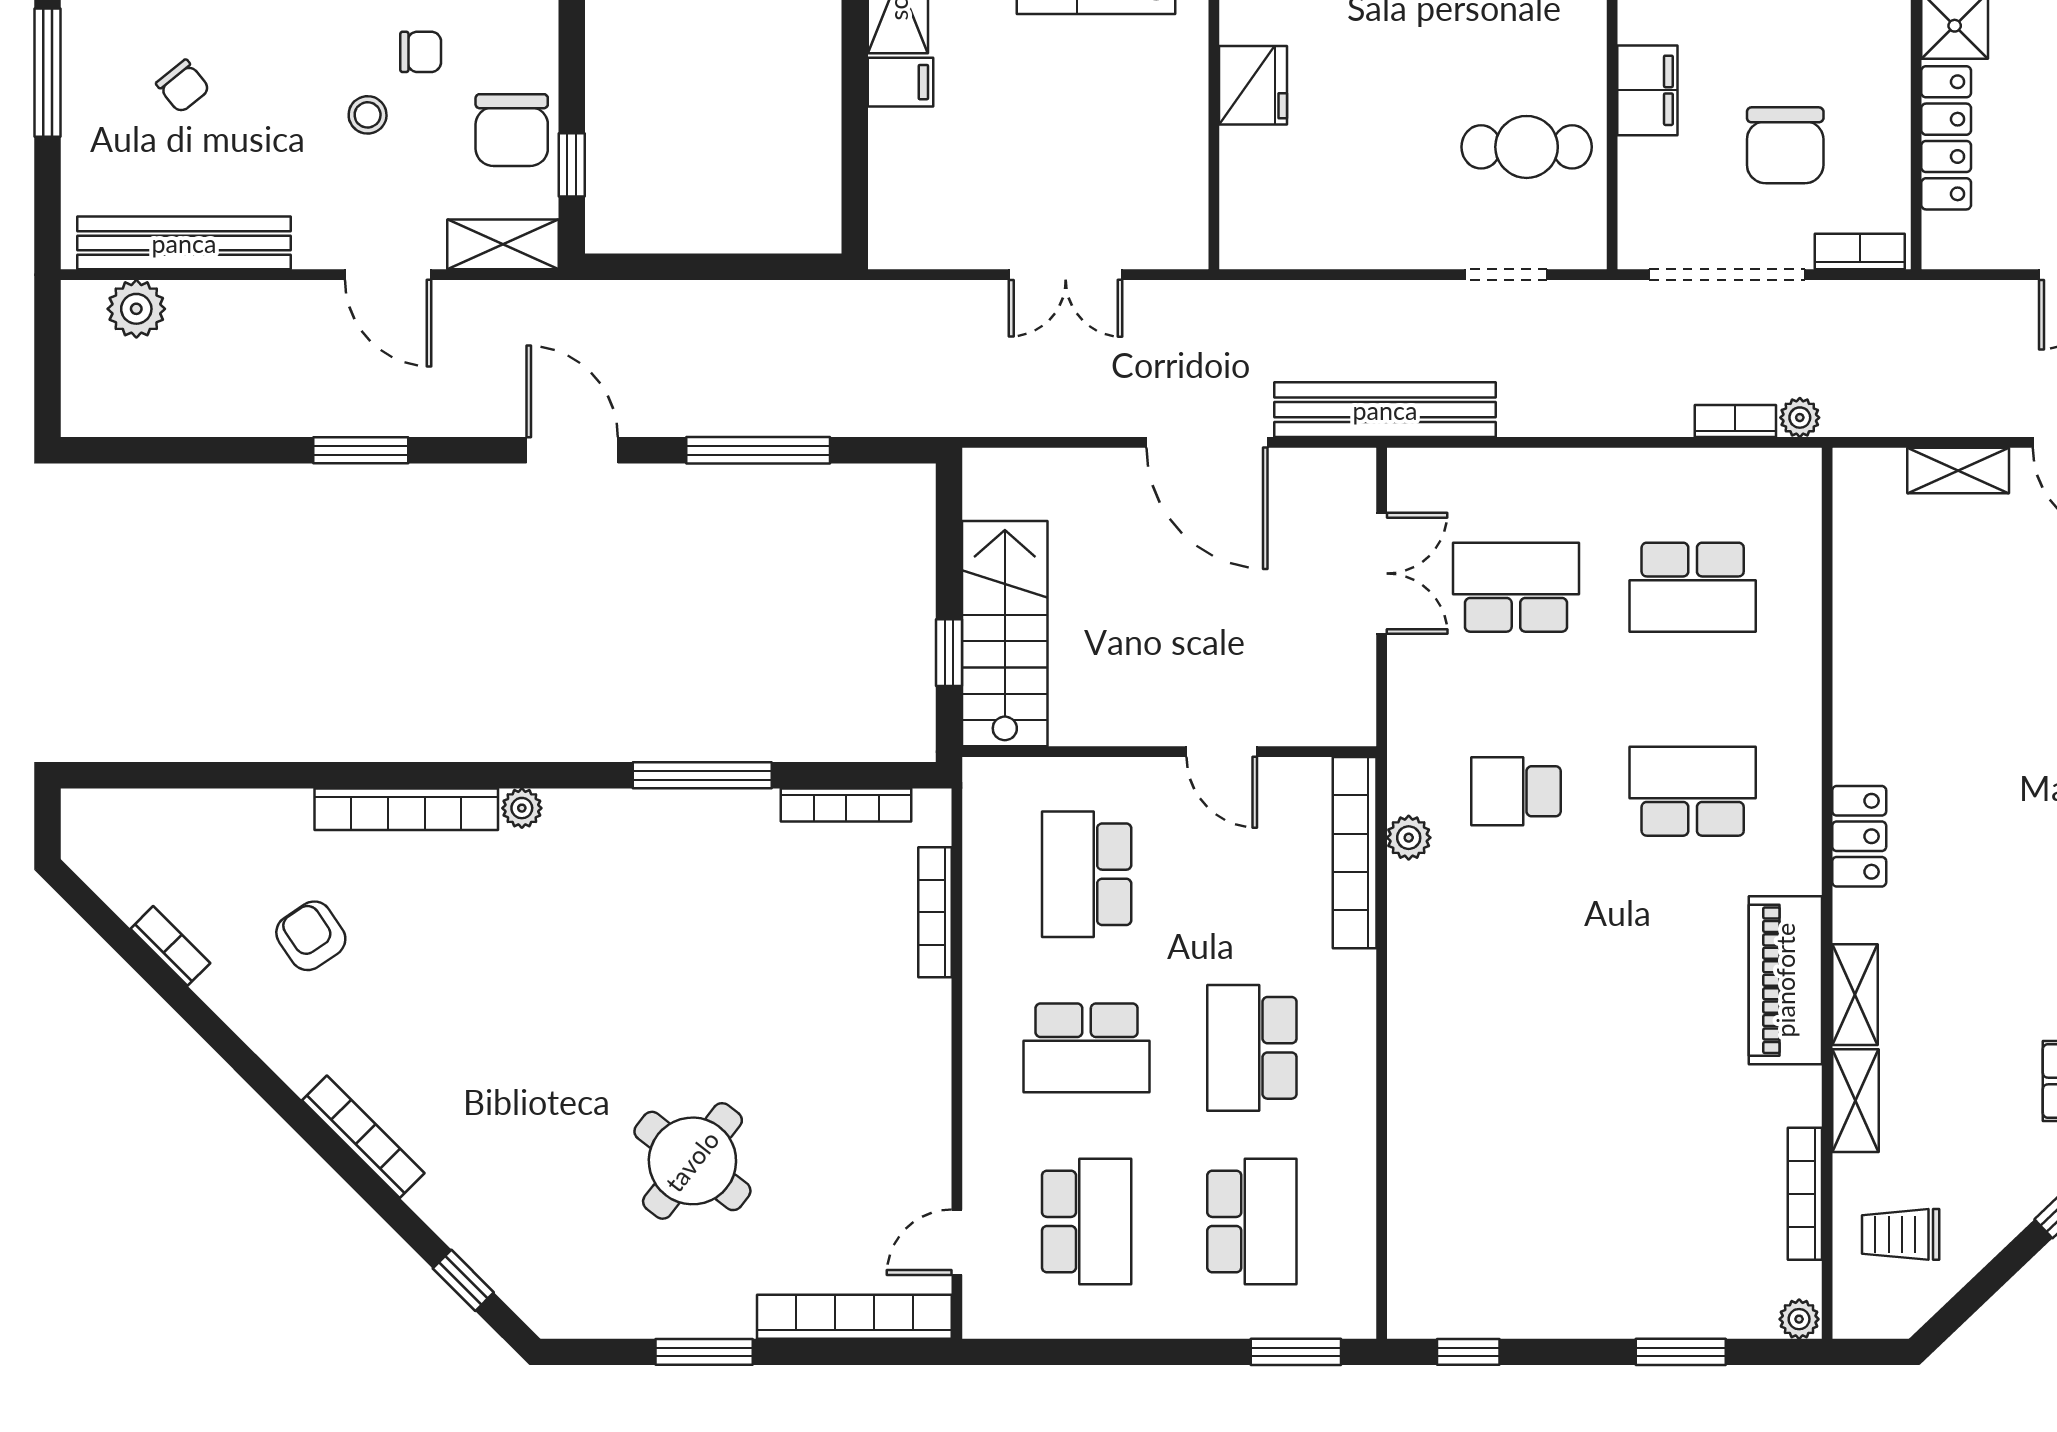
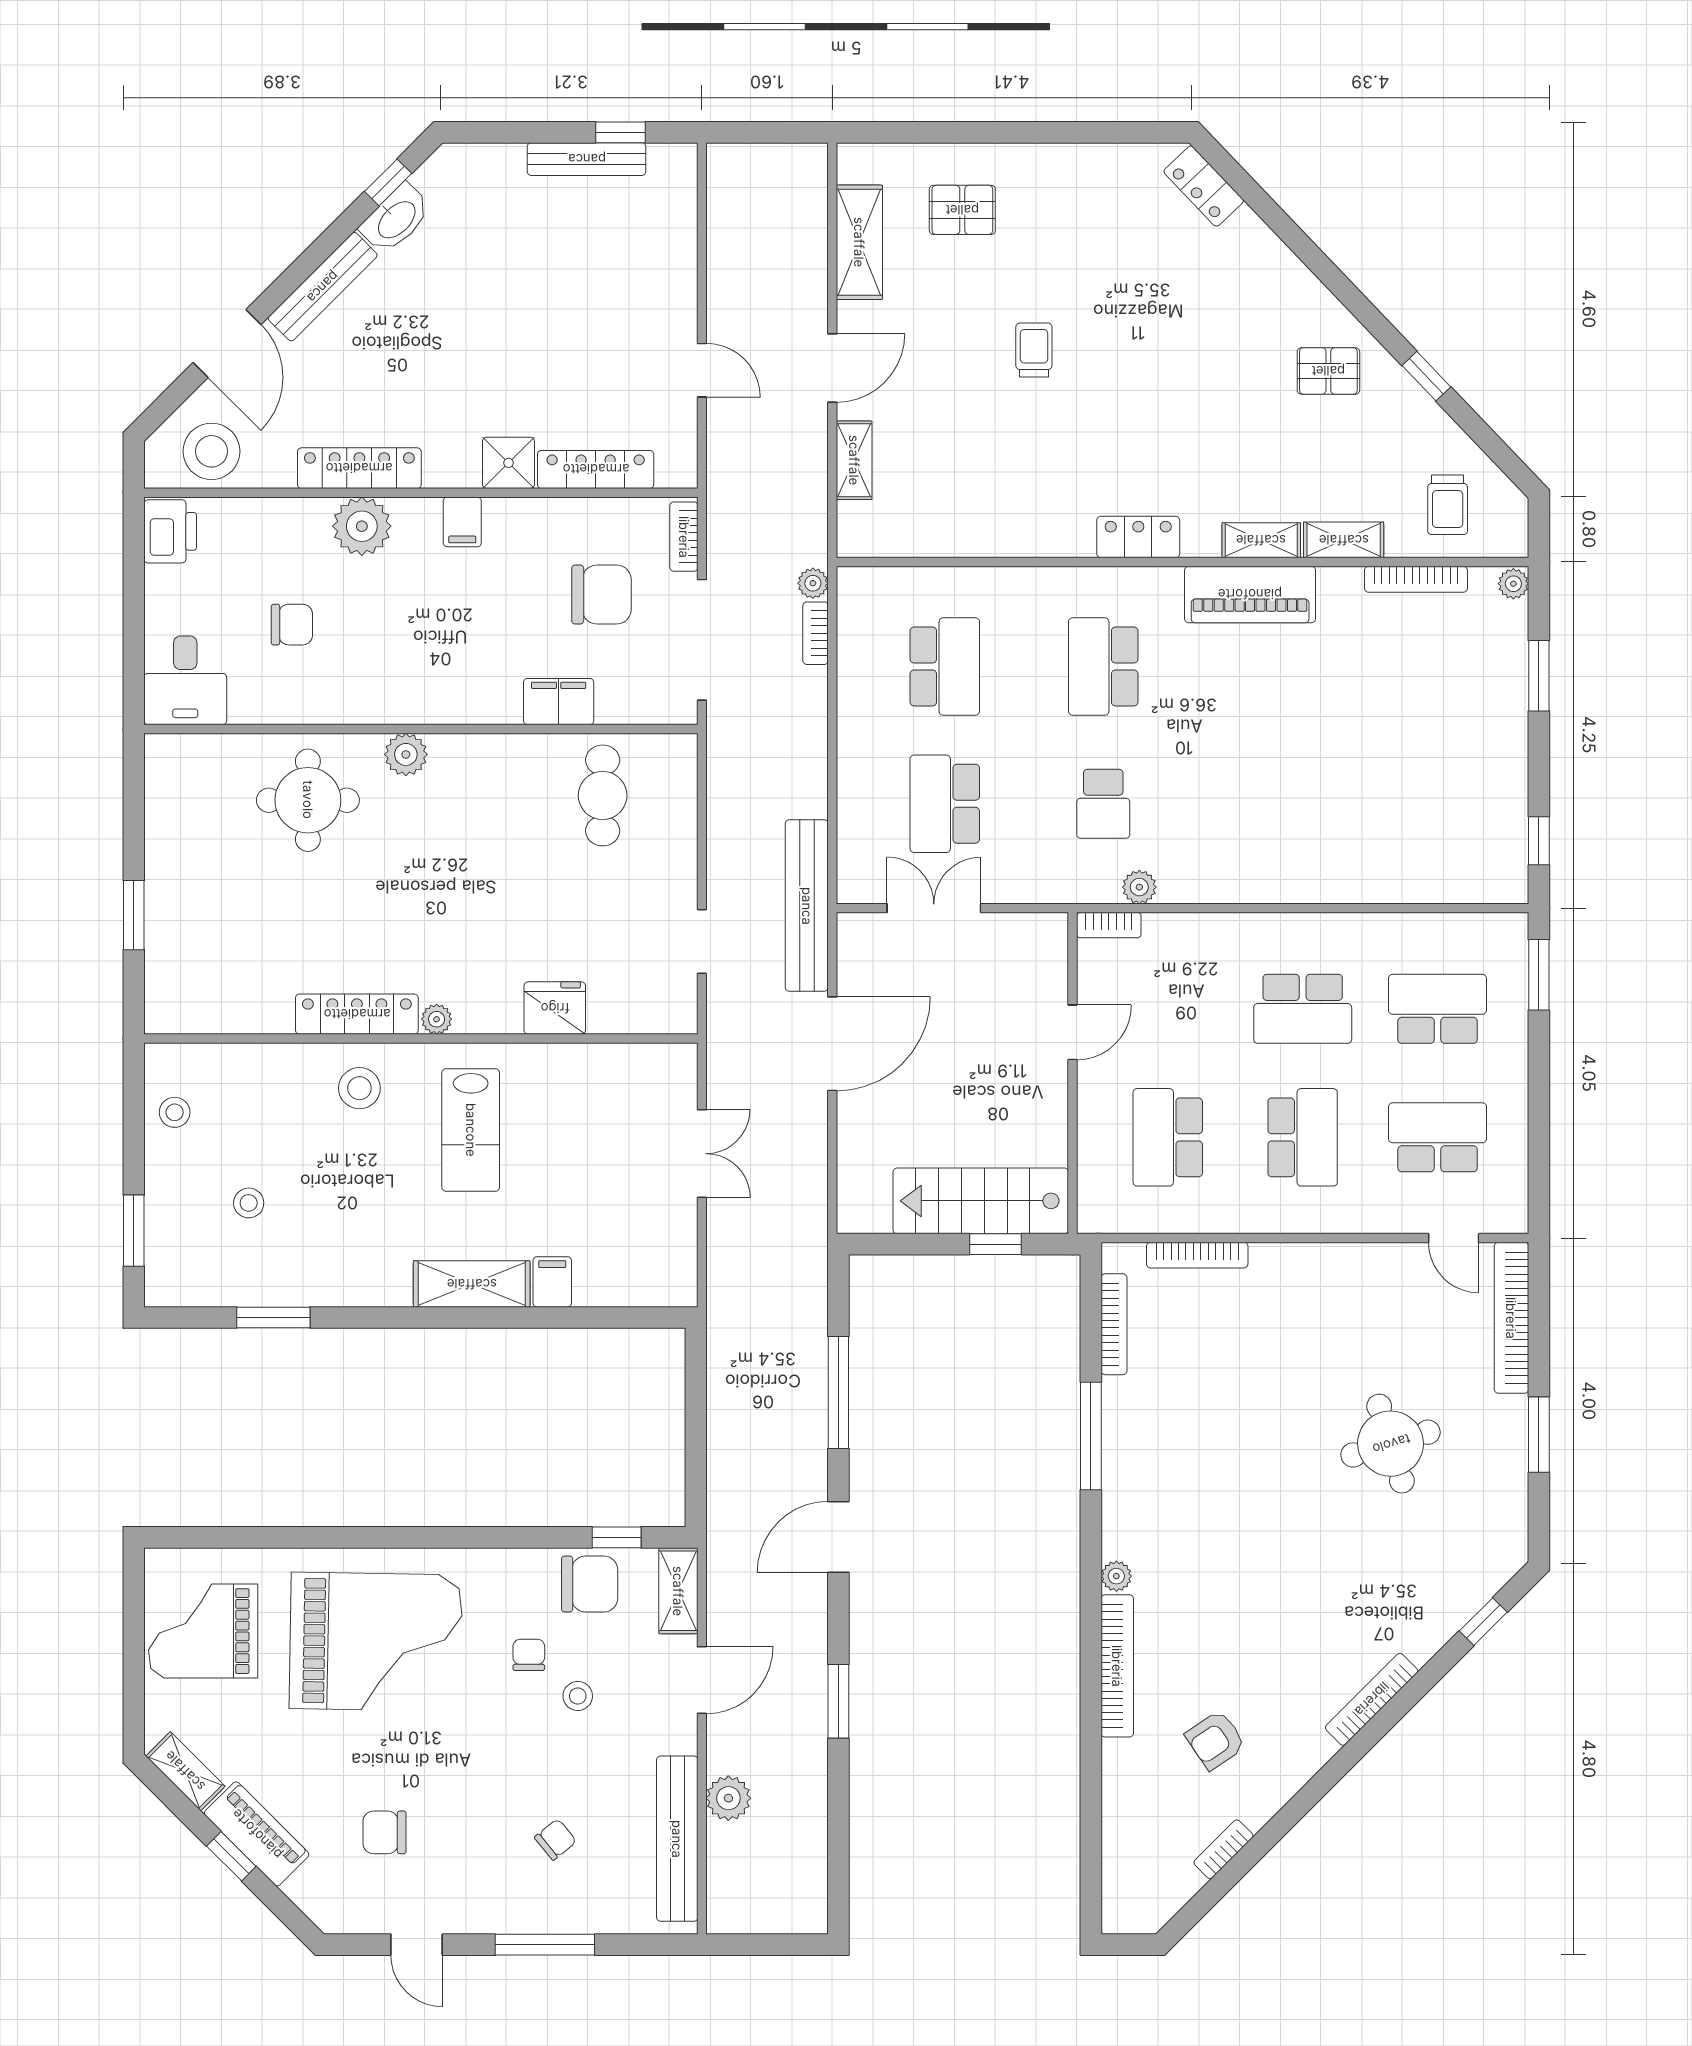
doorway: (1506, 275) -> (702, 942), moved
plant: (136, 309) -> (728, 1798), moved
bookcase: (1355, 853) -> (1109, 925), width x0.43, depth x0.76
school desk: (1087, 874) -> (1168, 1137), turned 90
round table: (692, 1161) -> (1391, 1444), turned 35

